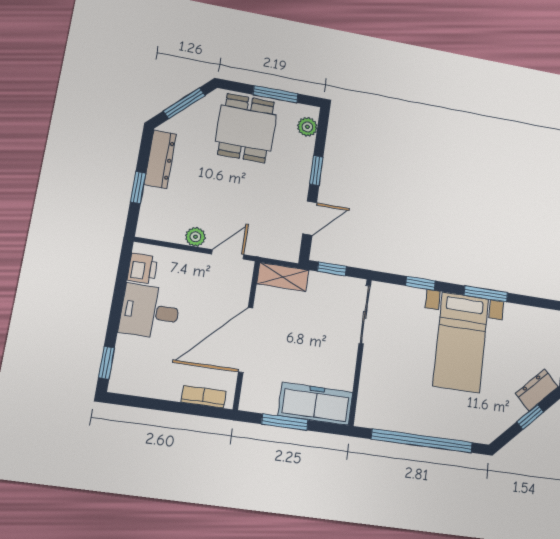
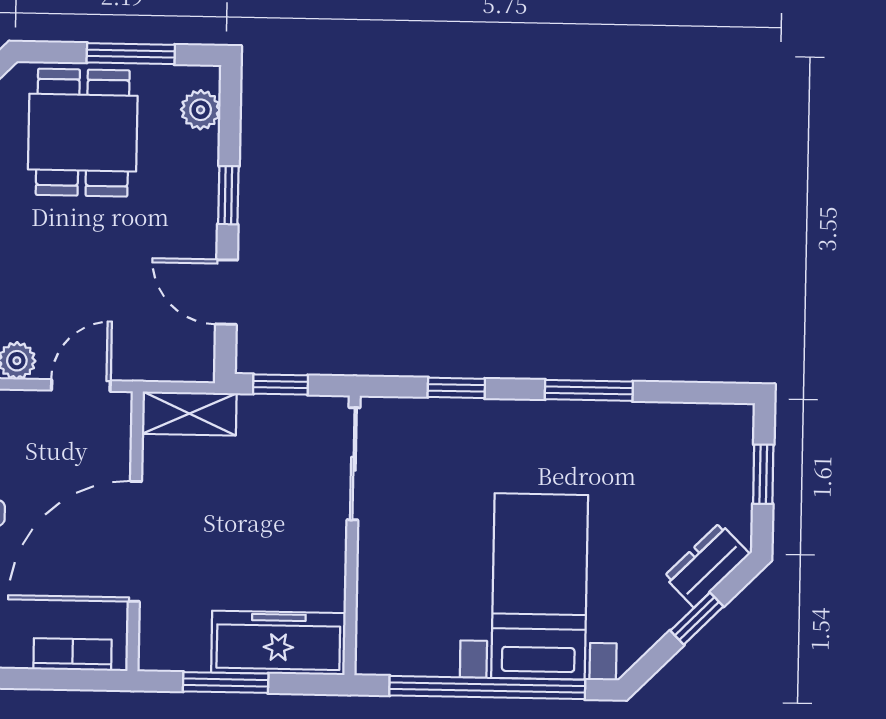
door: (310, 218) -> (227, 292), swing flipped
bed with nightstands: (461, 342) -> (540, 586), moved, turned 180

